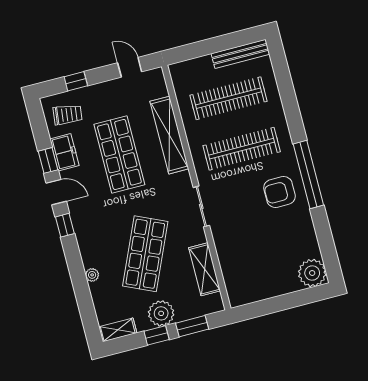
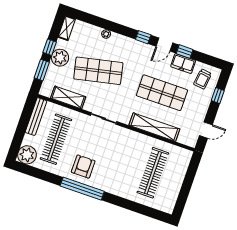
bench: (240, 54) -> (36, 117), moved
clothes rail: (242, 149) -> (56, 139), moved
shop shelf: (145, 254) -> (98, 71), turned -36

